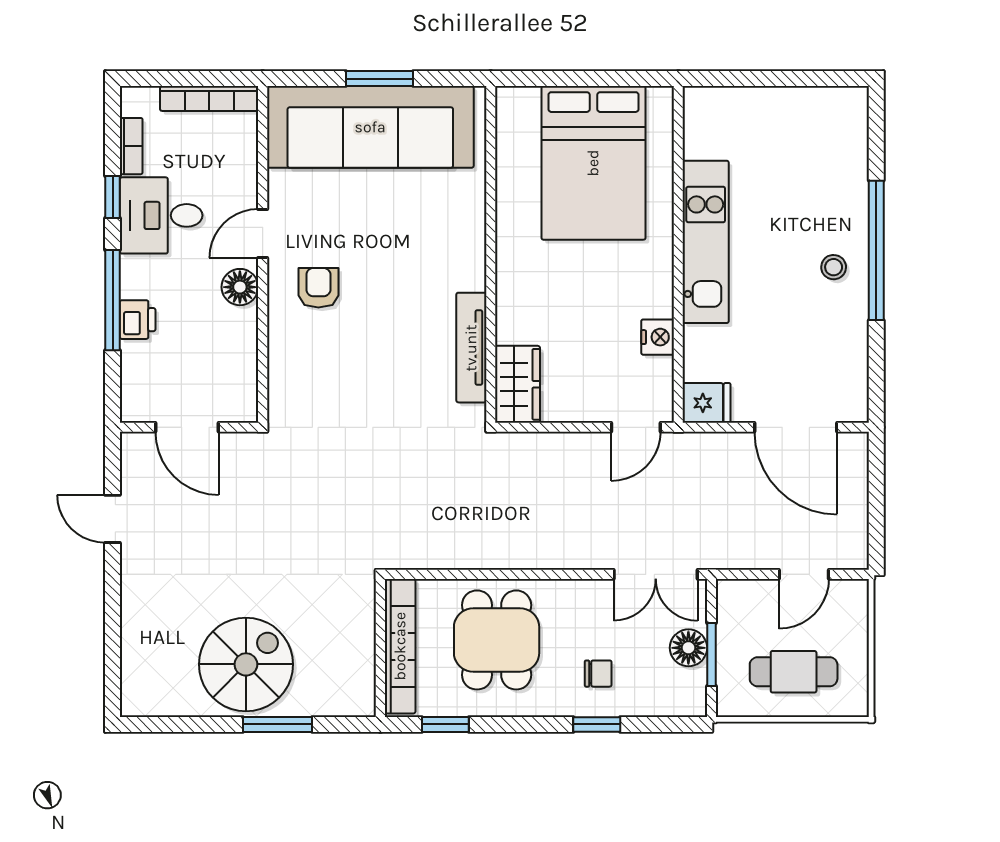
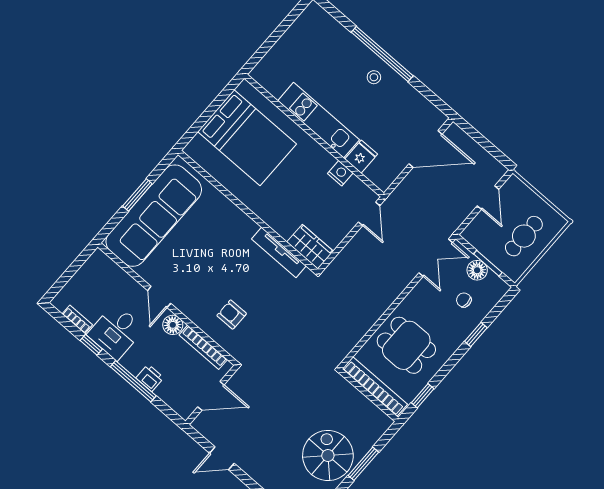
bookcase: (209, 98) -> (203, 347), moved, turned 90
armchair: (318, 288) -> (232, 315), moved
fridge: (707, 403) -> (361, 157), moved
chair: (598, 674) -> (464, 300), moved, turned -90

